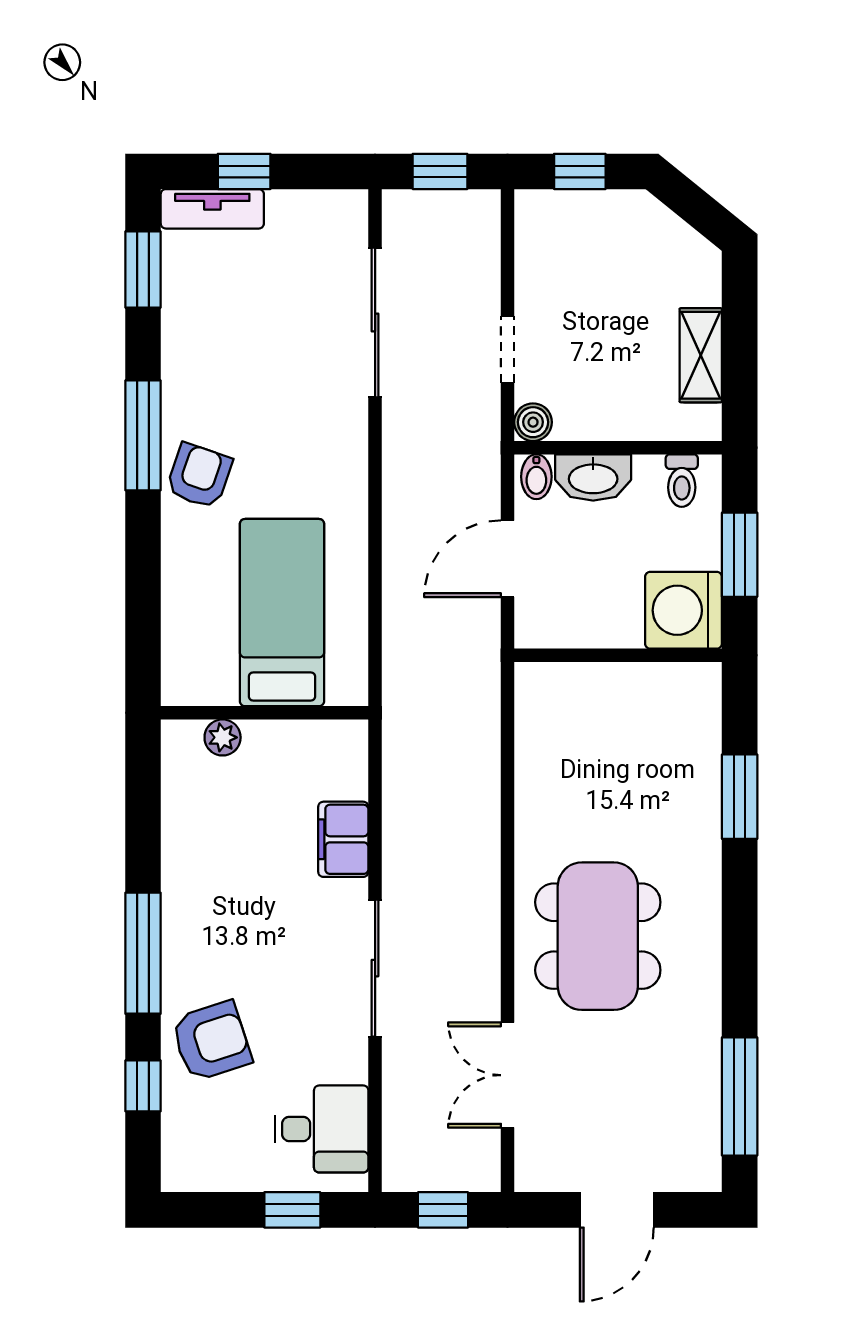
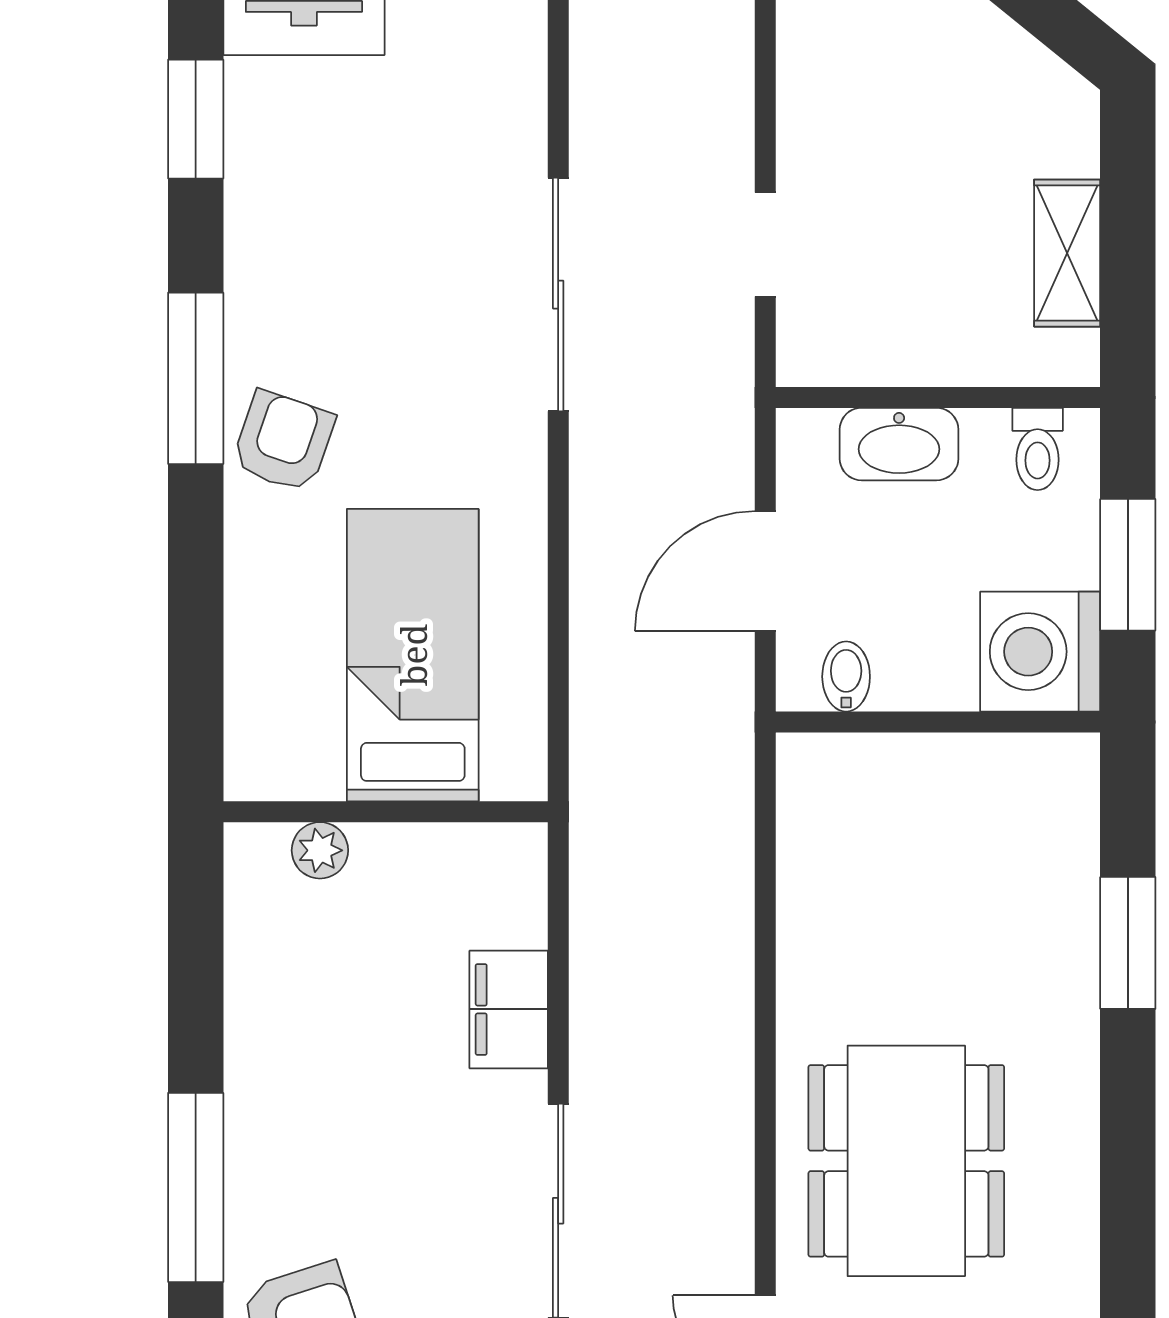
sliding door: (375, 322) -> (558, 295), moved
boiler: (533, 422) -> (805, 358), removed
bidet: (536, 477) -> (846, 677), moved, turned 180

